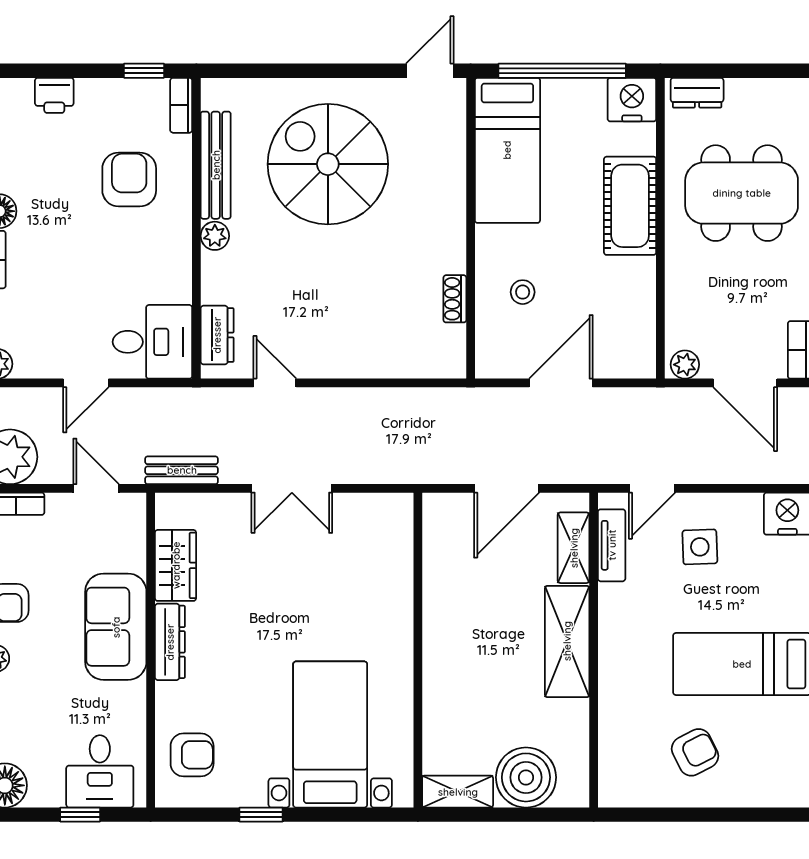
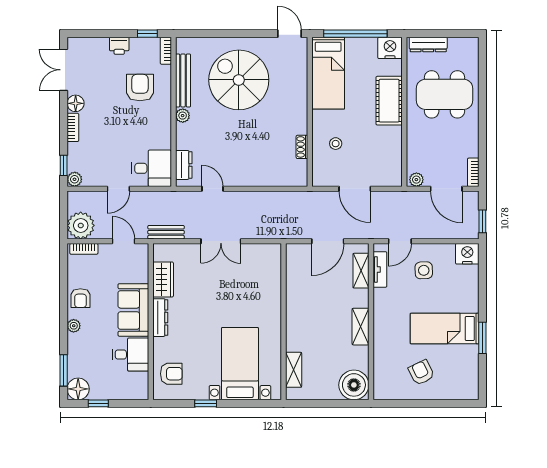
door: (430, 71) -> (289, 34), hinge flipped
dresser: (697, 93) -> (428, 44), width x1.44
printer: (54, 95) -> (119, 46), moved
door: (561, 383) -> (355, 189), swing flipped
shelving: (567, 641) -> (361, 327), width x0.67, depth x0.75
armchair: (695, 752) -> (421, 372), turned -89
desk: (100, 771) -> (131, 354), moved, turned -90
boiler: (526, 777) -> (354, 385), moved
shelving: (458, 792) -> (294, 370), moved, turned 90
window: (80, 815) -> (98, 403), moved

